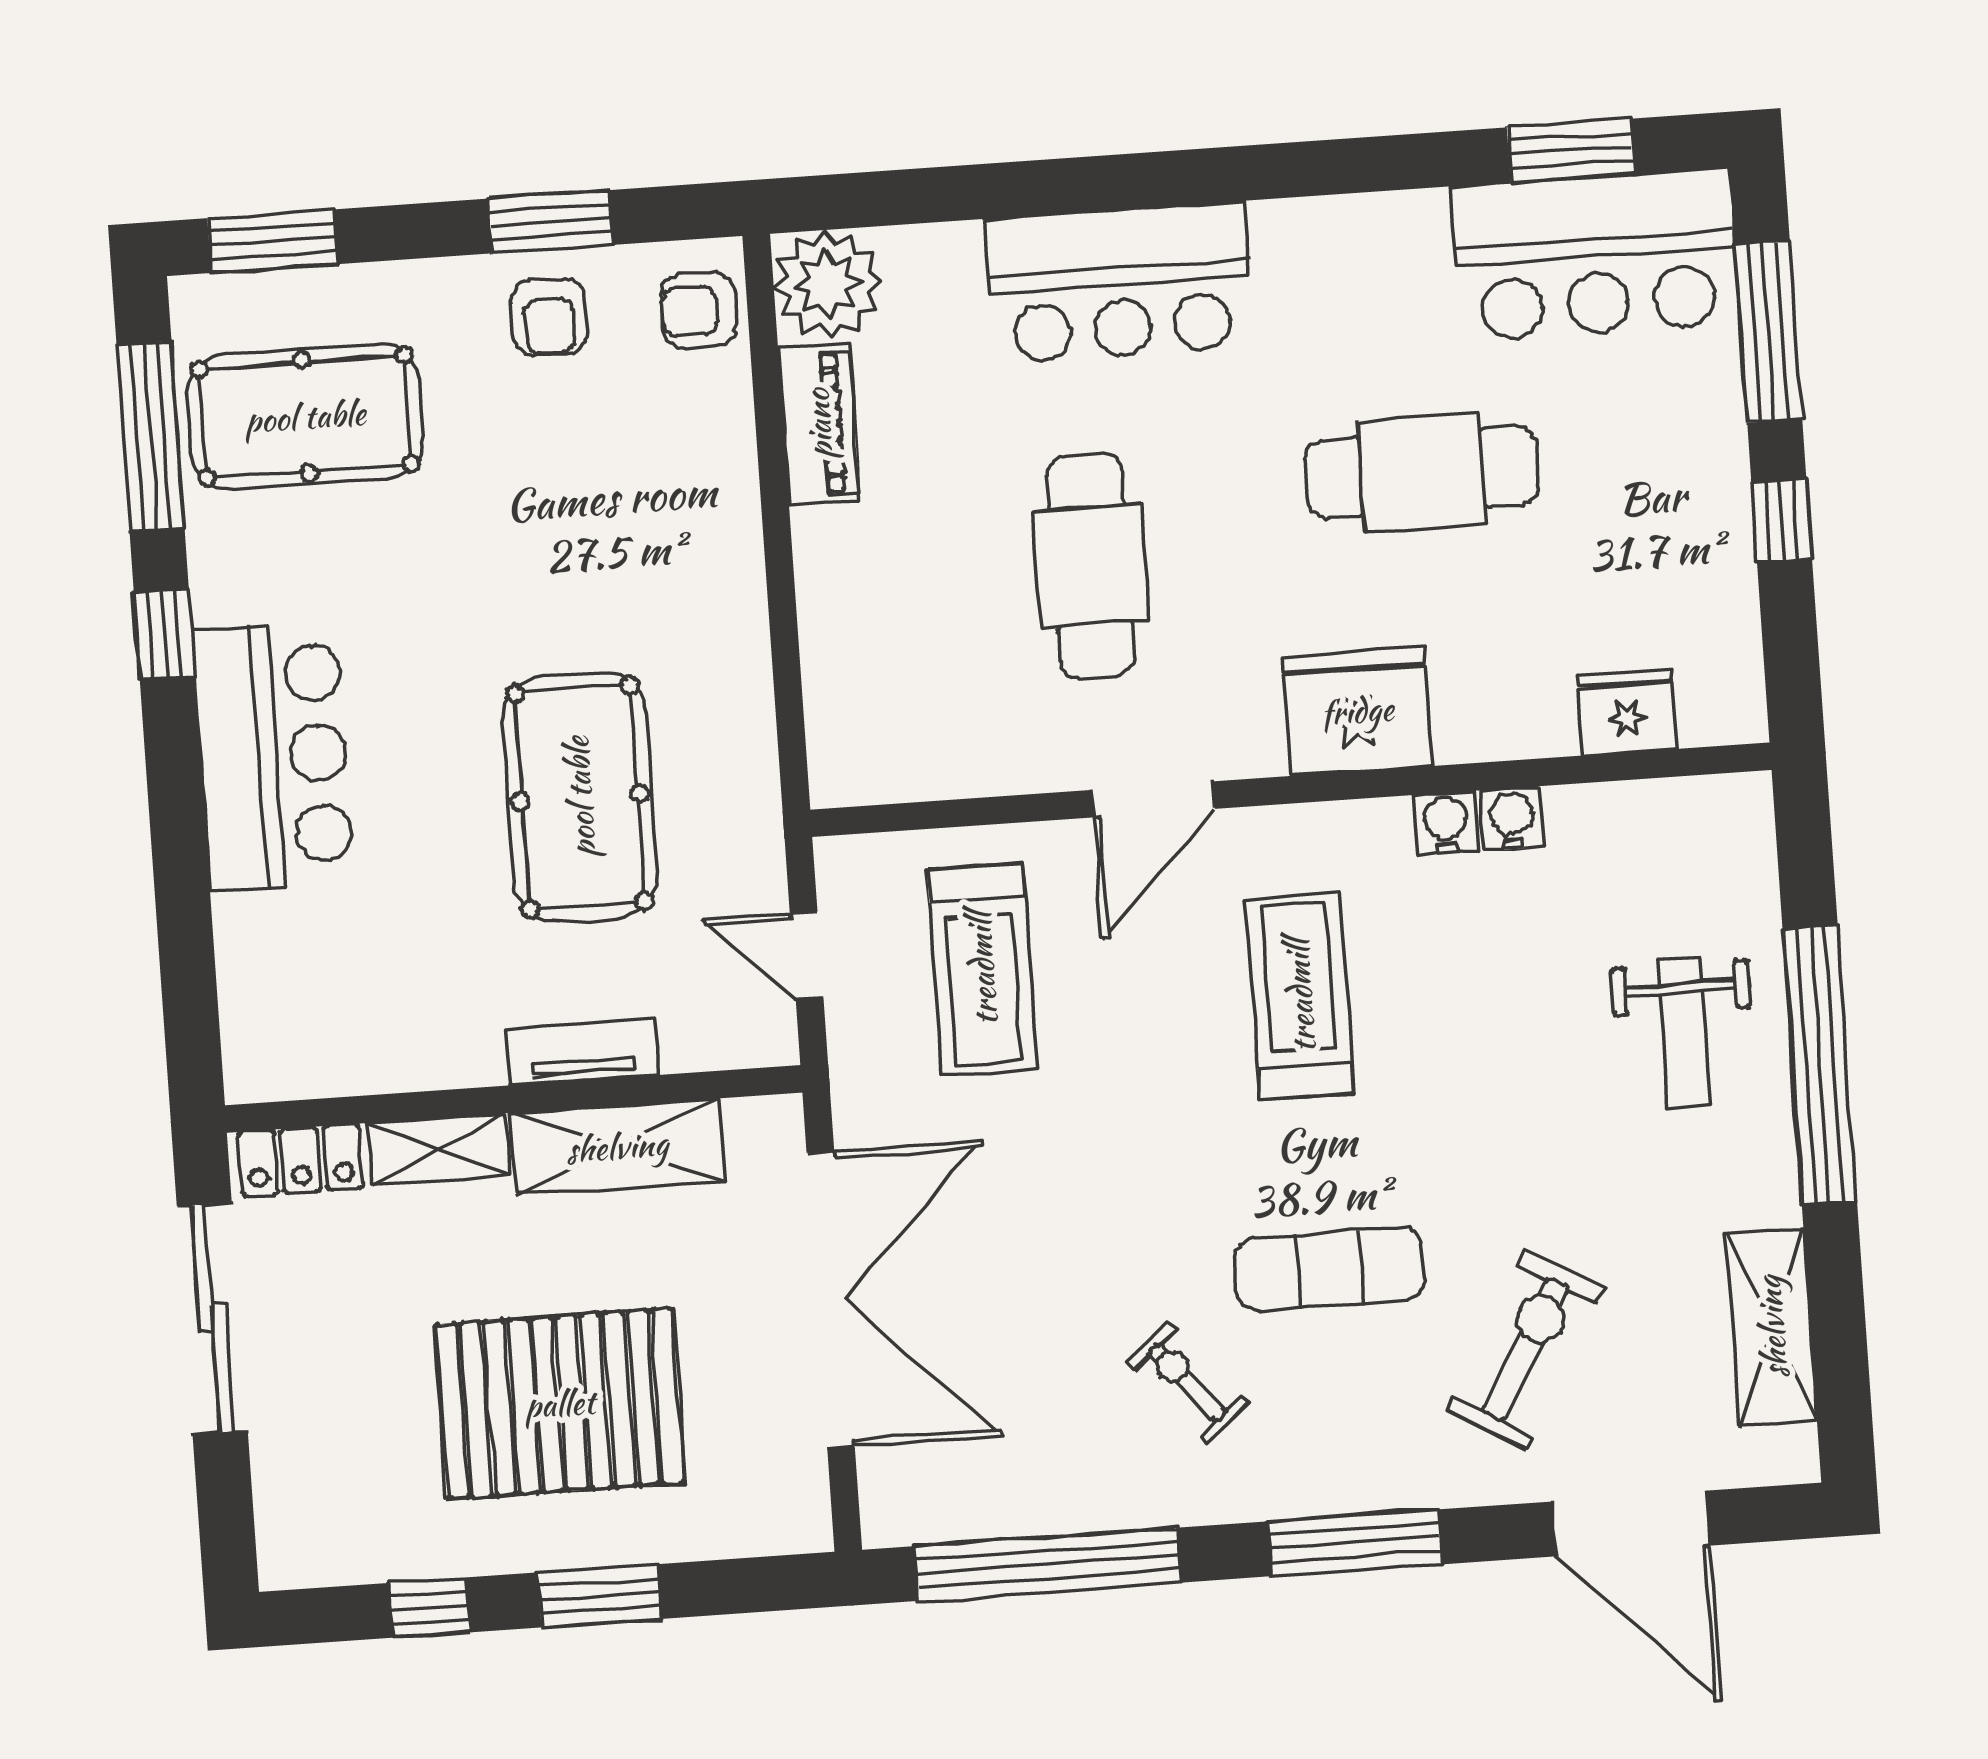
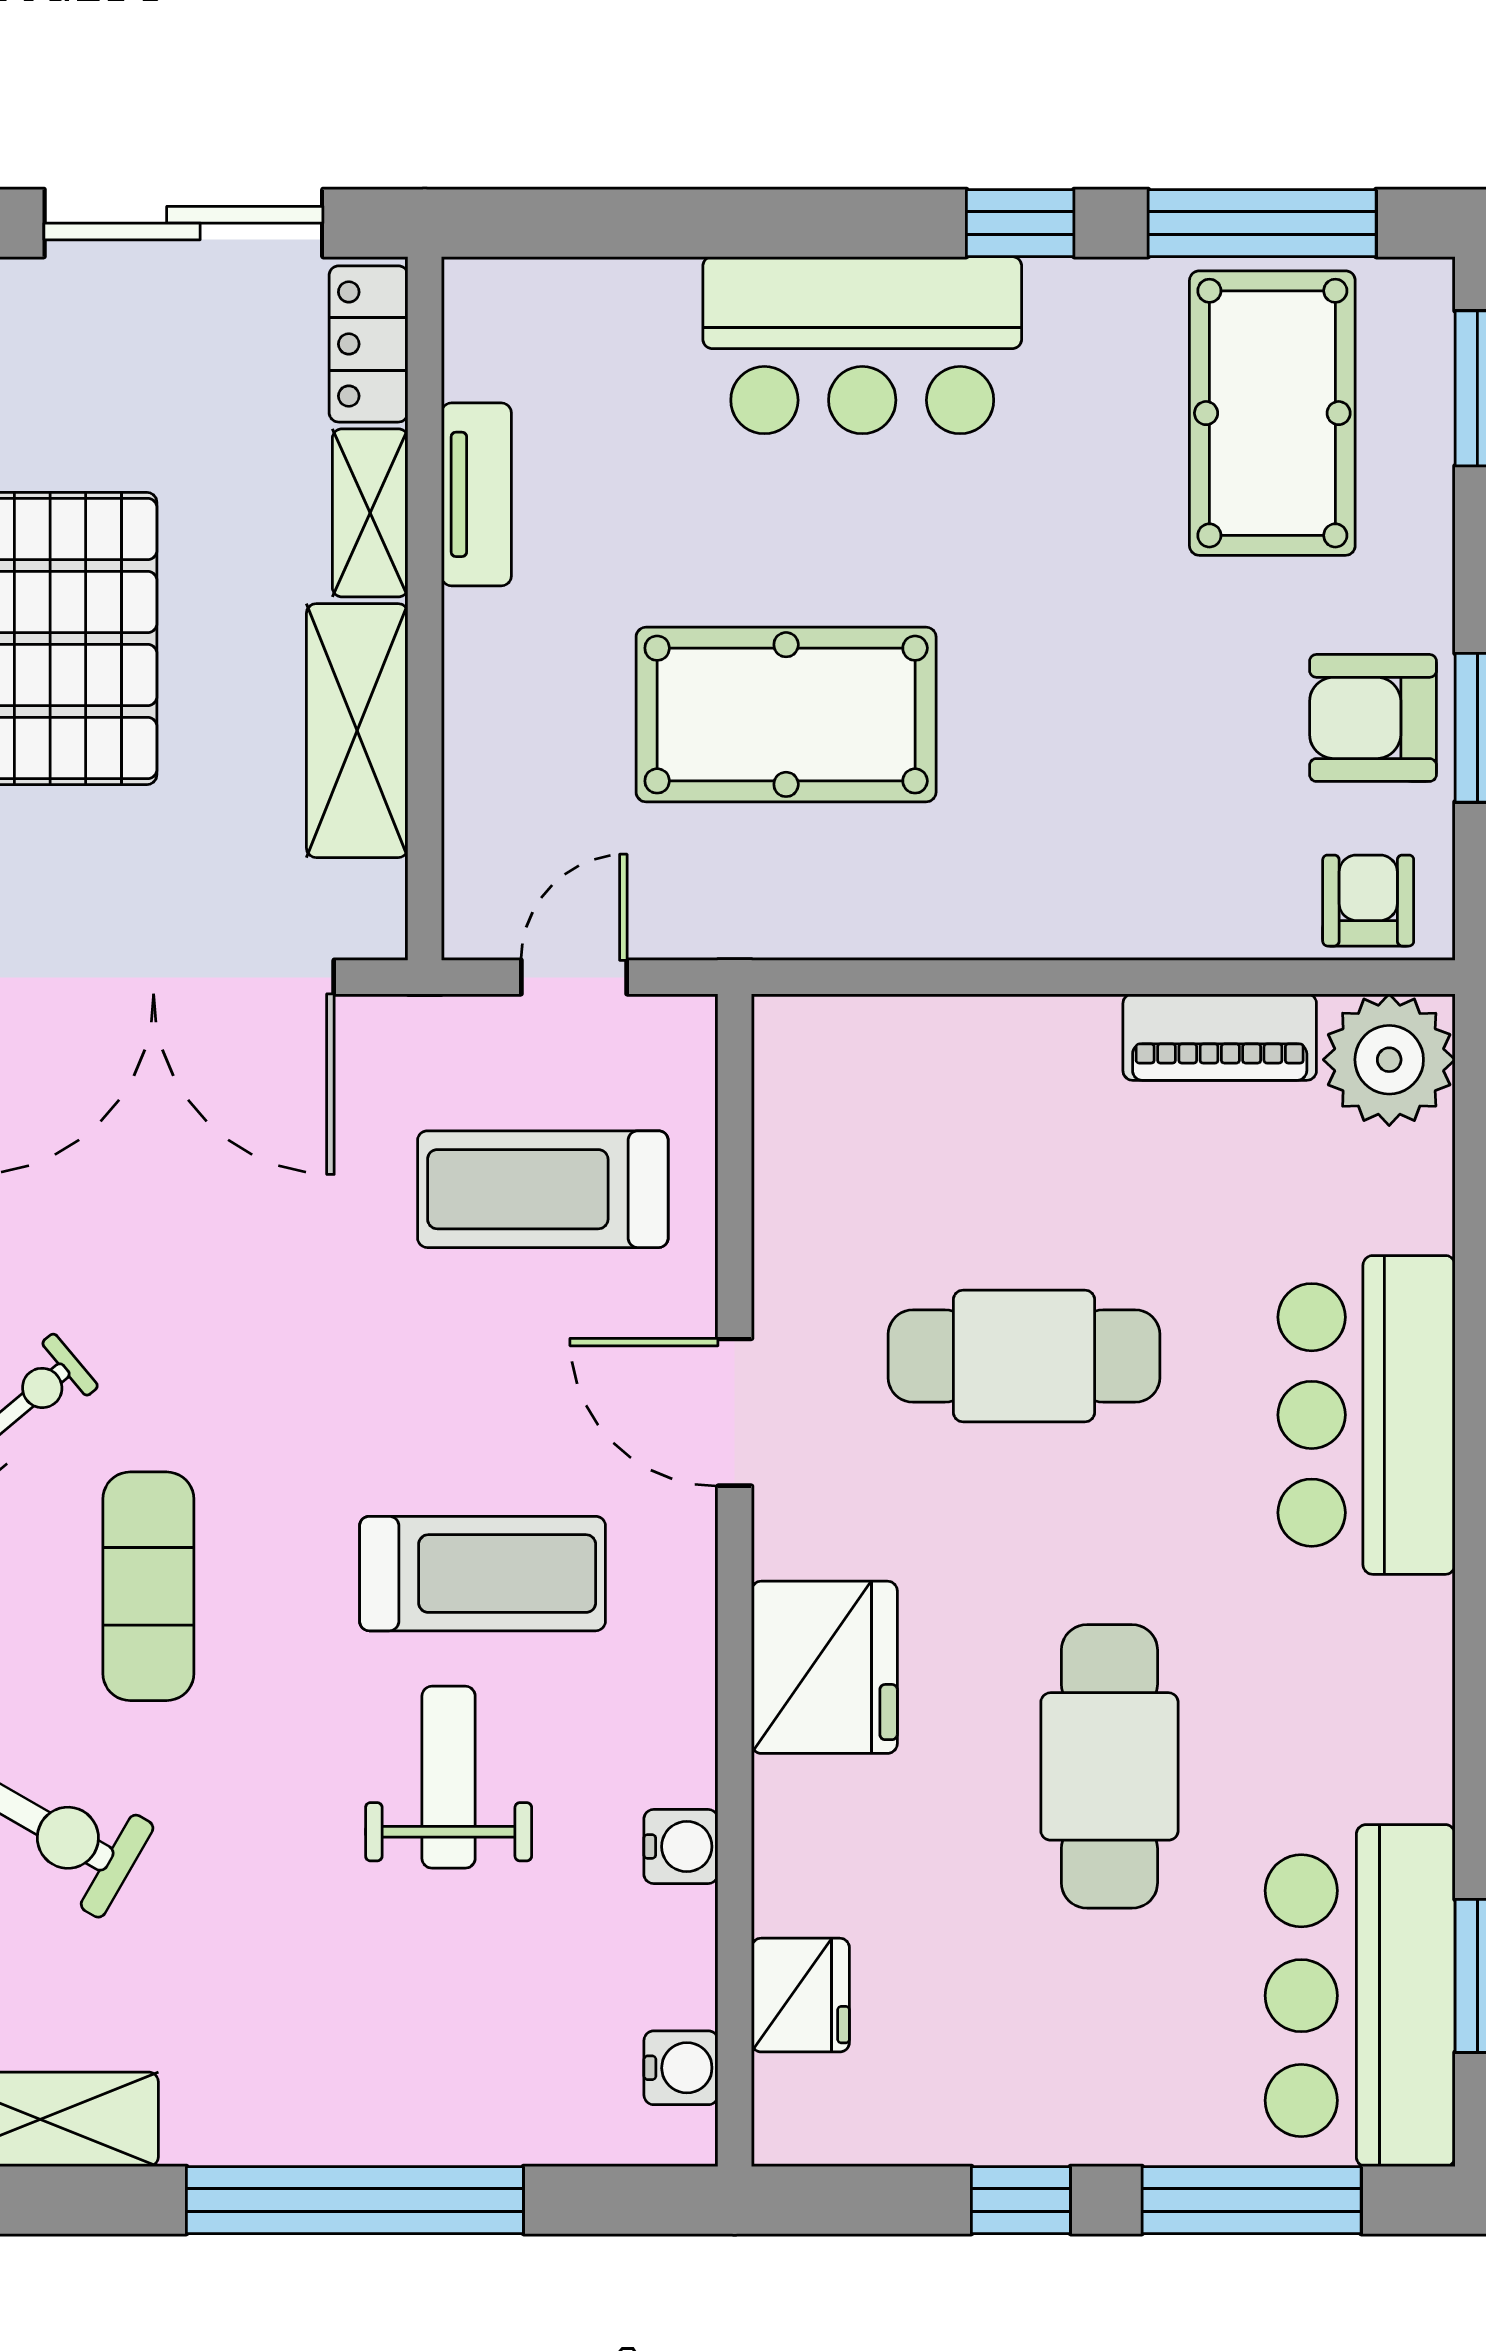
armchair: (549, 317) -> (1373, 718), width x1.38, depth x1.38
water cooler: (1446, 823) -> (681, 2068), moved
weight bench: (1684, 1032) -> (449, 1777), moved, turned 90
tv unit: (582, 1052) -> (476, 494), moved

